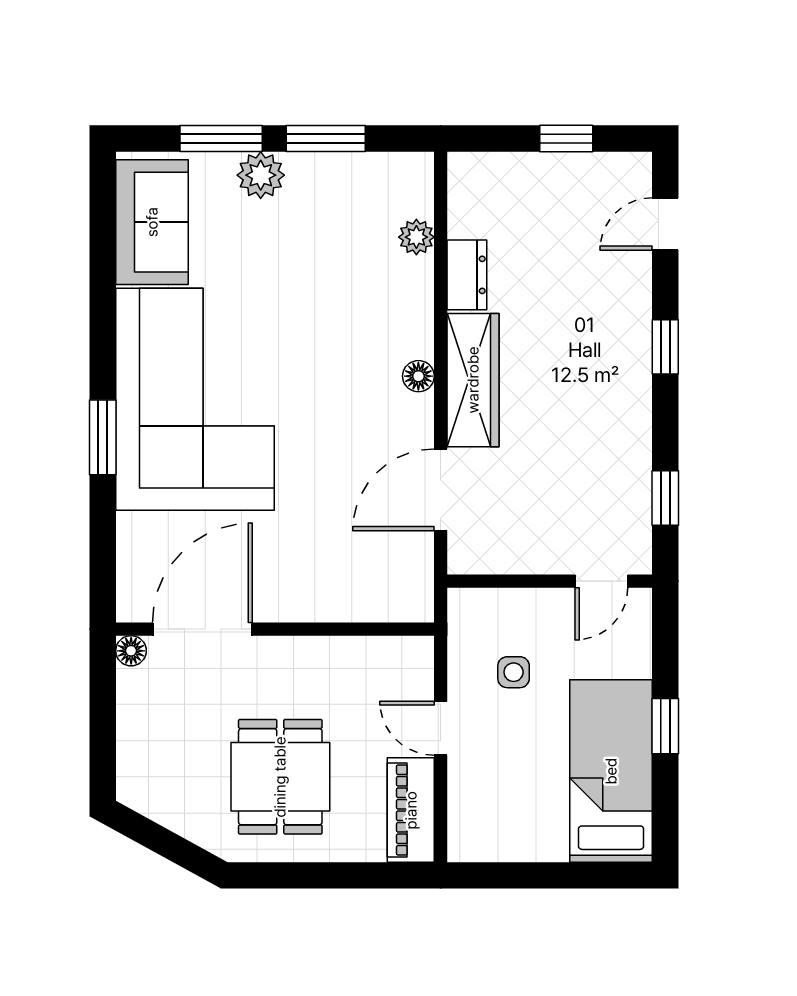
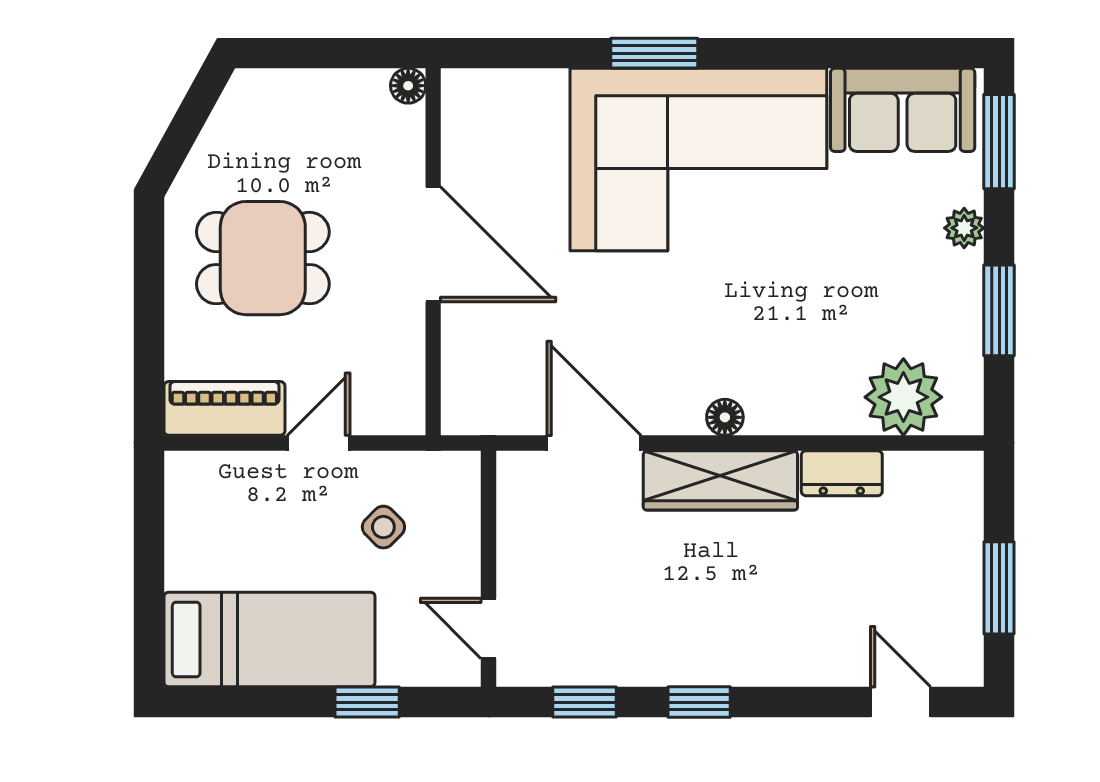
window: (221, 139) -> (999, 142), moved
window: (566, 139) -> (999, 588), width x1.50
plant: (261, 175) -> (964, 228), width x0.73, depth x0.73
plant: (416, 237) -> (903, 397), width x1.88, depth x1.88
window: (665, 347) -> (699, 702), moved
door: (202, 629) -> (433, 244), moved
side table: (514, 672) -> (383, 527), turned 45
window: (665, 726) -> (367, 702), moved

